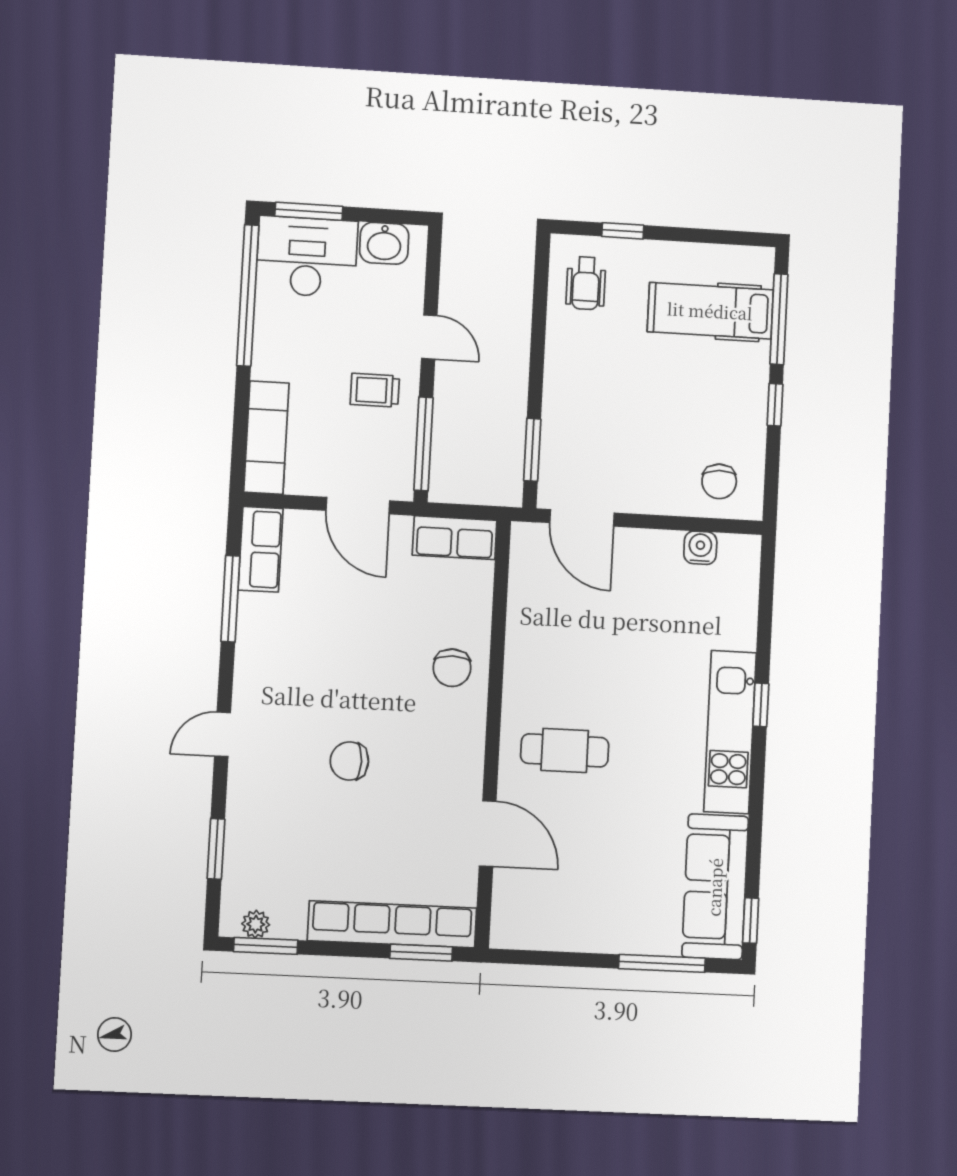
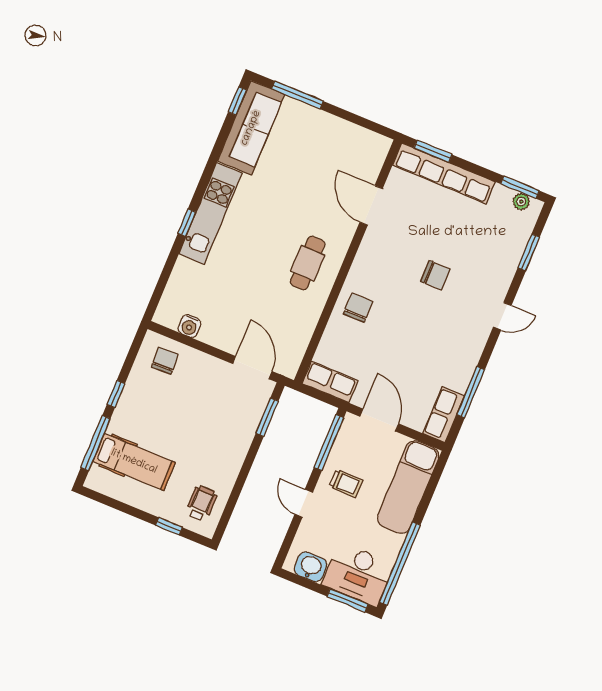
exam couch: (266, 438) -> (408, 487), width x1.36, depth x1.45
cafe table: (565, 750) -> (308, 263), moved, turned 90

